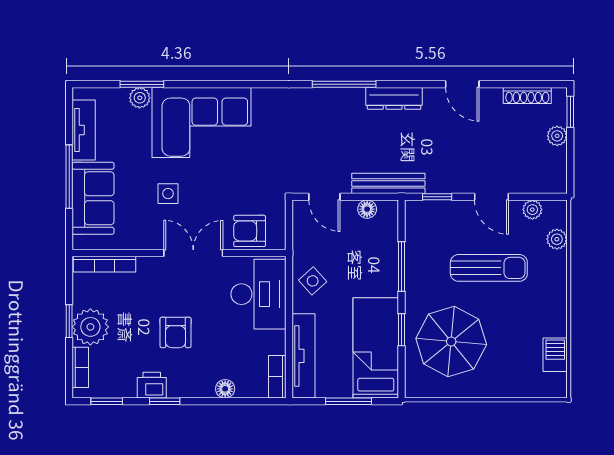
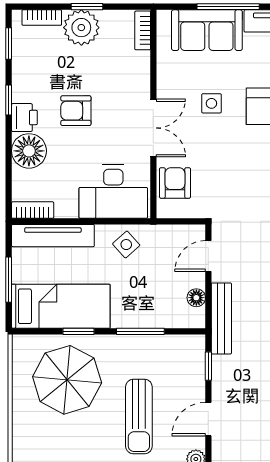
bookcase: (105, 264) -> (143, 30), width x0.64
printer: (152, 385) -> (24, 118), moved
floor lamp: (225, 389) -> (29, 151), width x1.89, depth x1.89

